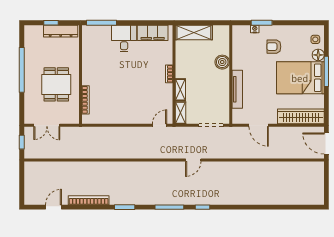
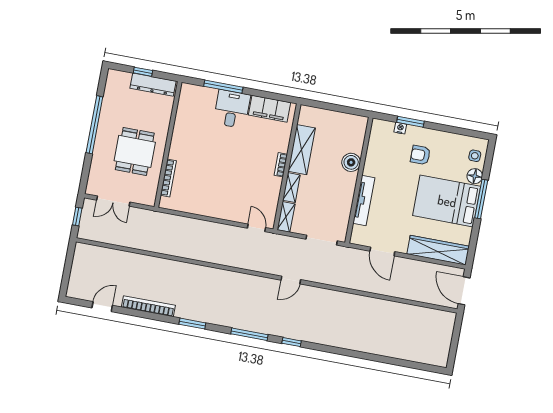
window: (101, 23) -> (223, 87), moved
shelving: (194, 32) -> (302, 150), moved, turned 90
door: (160, 125) -> (256, 228), hinge flipped

